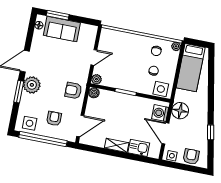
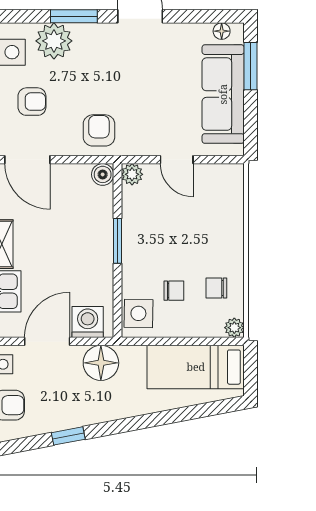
sofa: (62, 29) -> (223, 94), width x1.36
plant: (32, 85) -> (54, 41), moved

